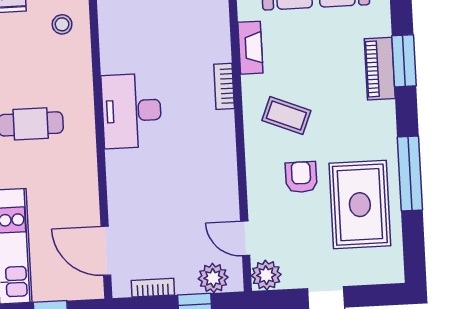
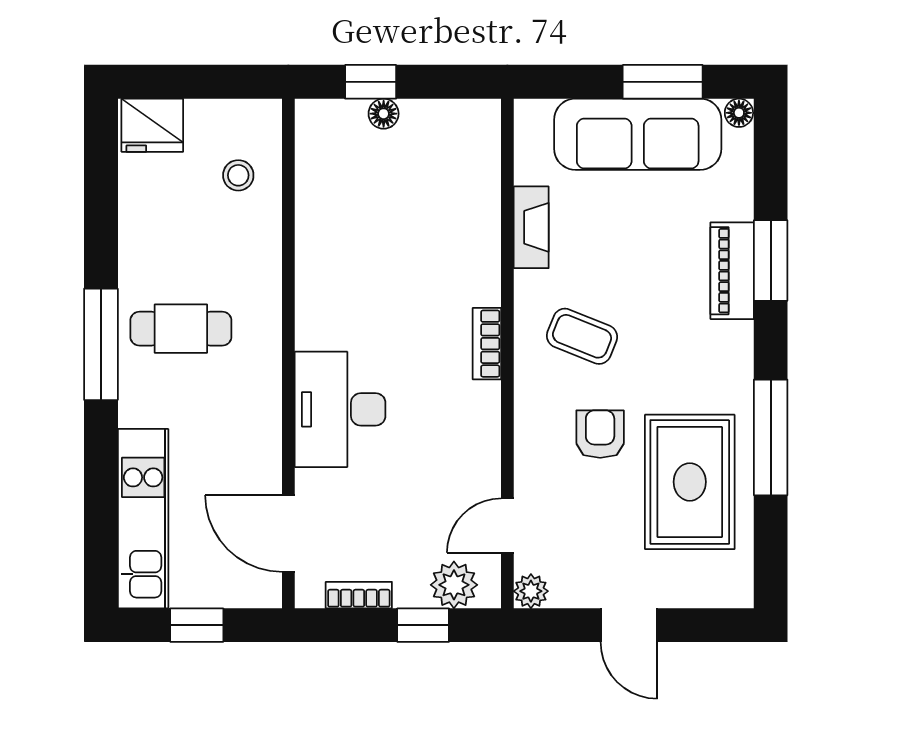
bookcase: (224, 86) -> (487, 344), moved
desk: (132, 111) -> (340, 409), moved
door: (245, 238) -> (507, 526), hinge flipped
plant: (266, 275) -> (531, 591), width x0.73, depth x0.73

